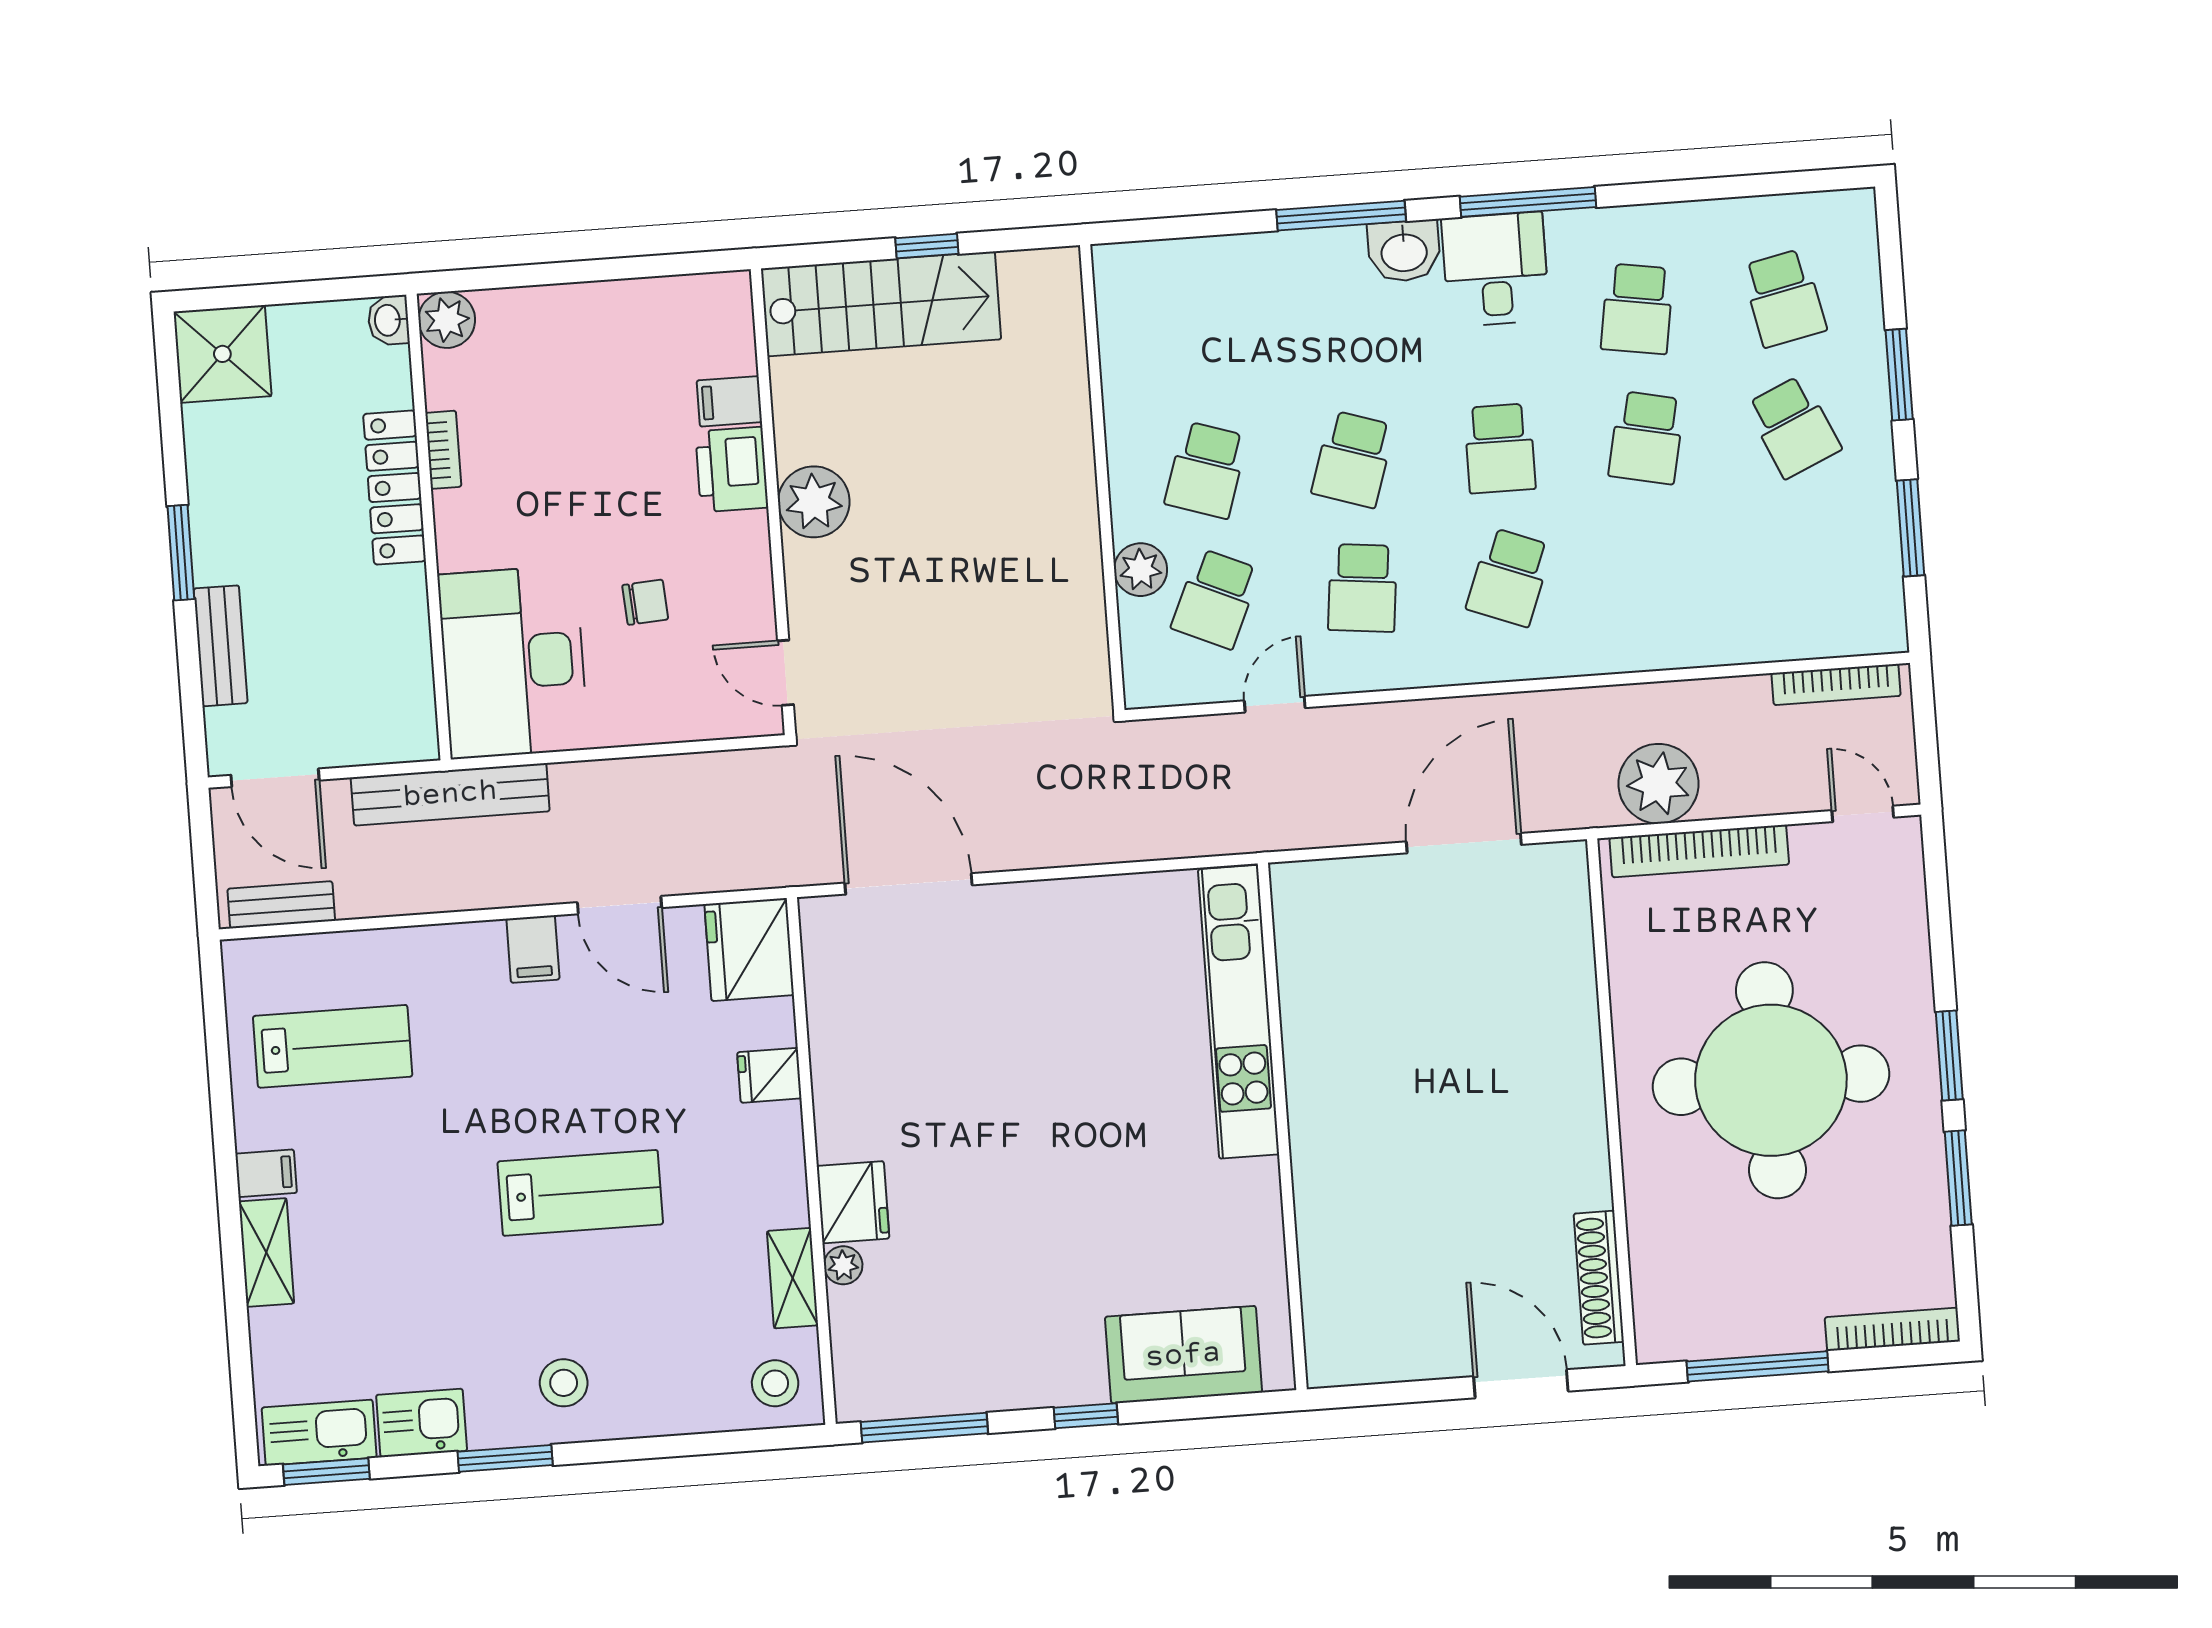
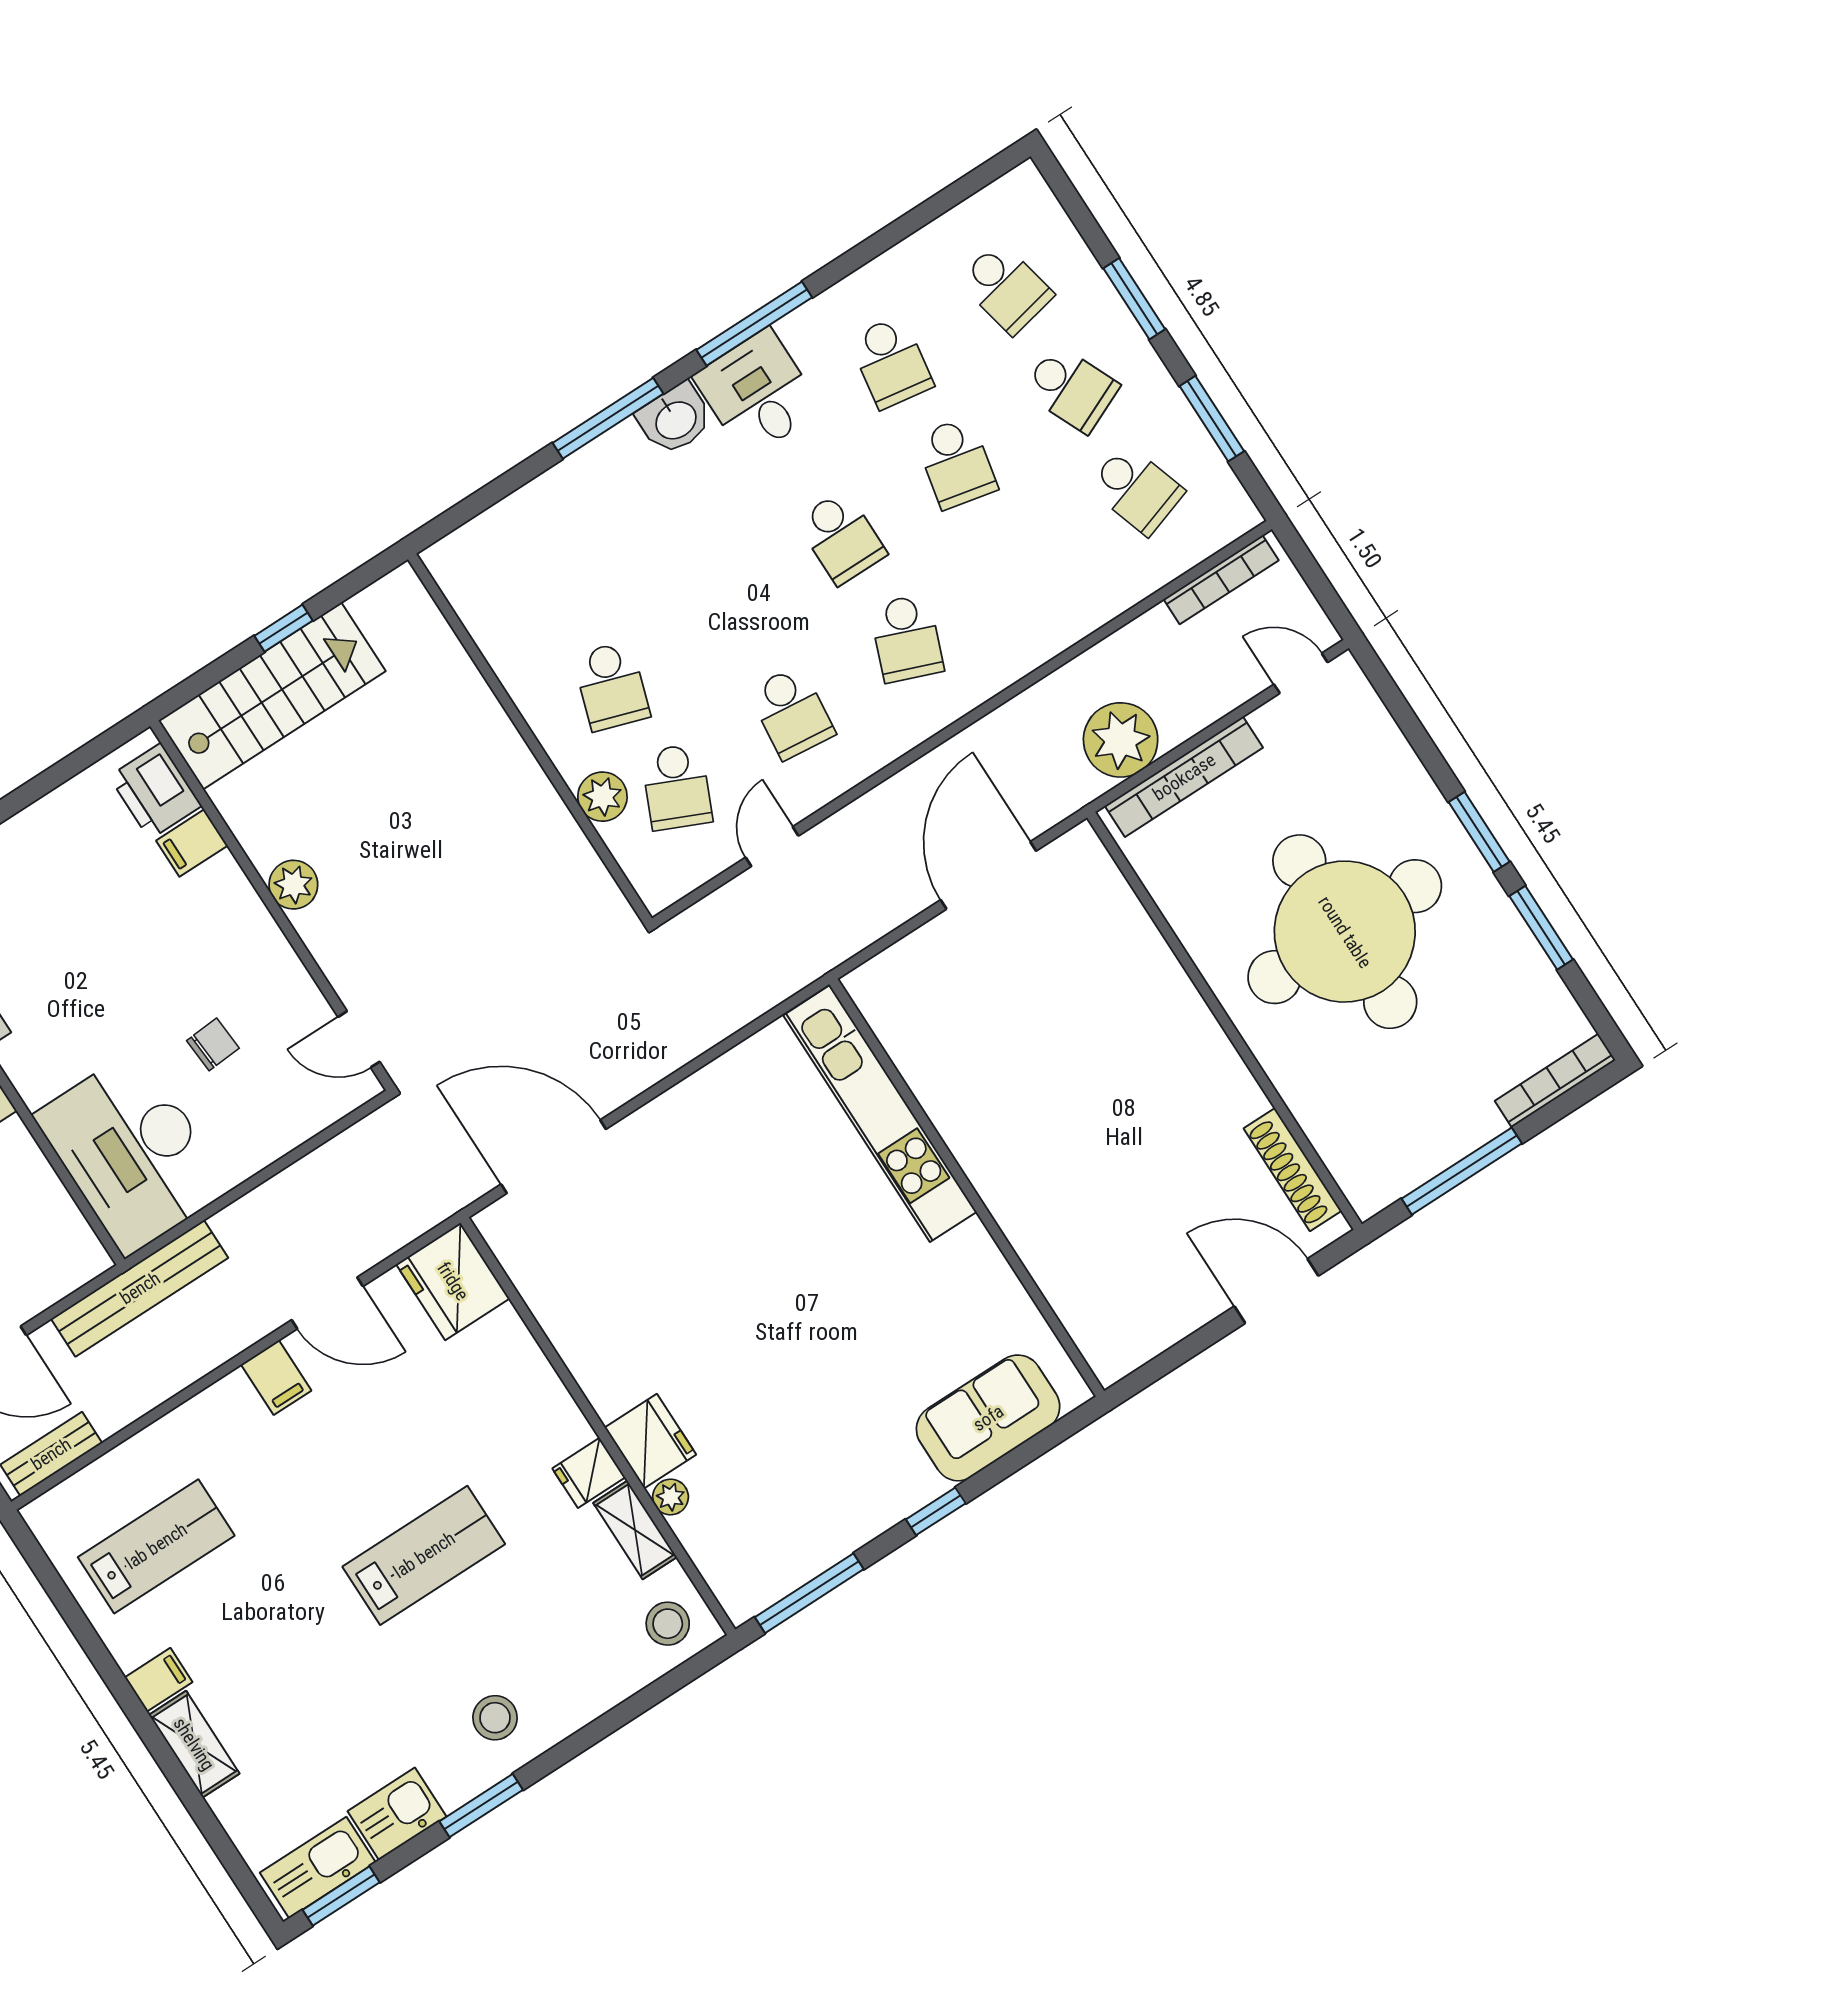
school desk: (1353, 459) -> (1136, 489), moved, turned -36
printer: (732, 469) -> (155, 791), moved
plant: (814, 502) -> (293, 885), width x0.73, depth x0.73
fridge: (769, 1075) -> (589, 1473), moved

